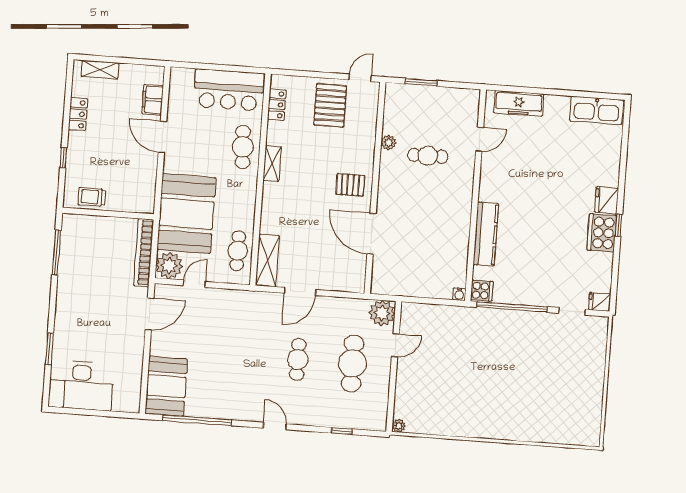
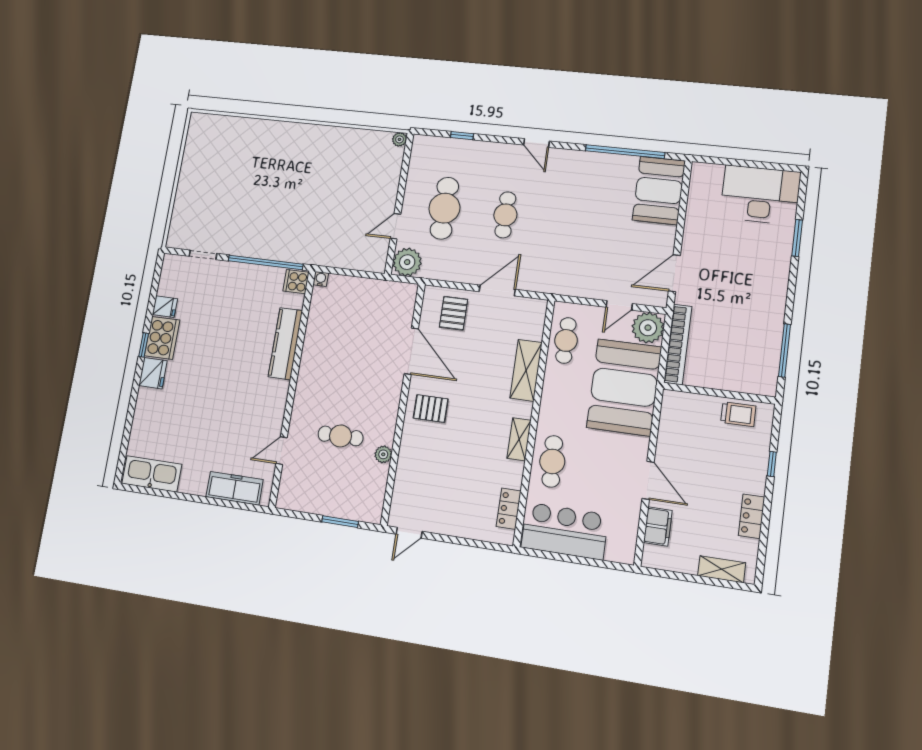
pallet: (330, 105) -> (454, 313), moved, width x0.67, depth x0.71
shelving: (267, 260) -> (526, 370), moved
fridge: (600, 302) -> (165, 307), moved

